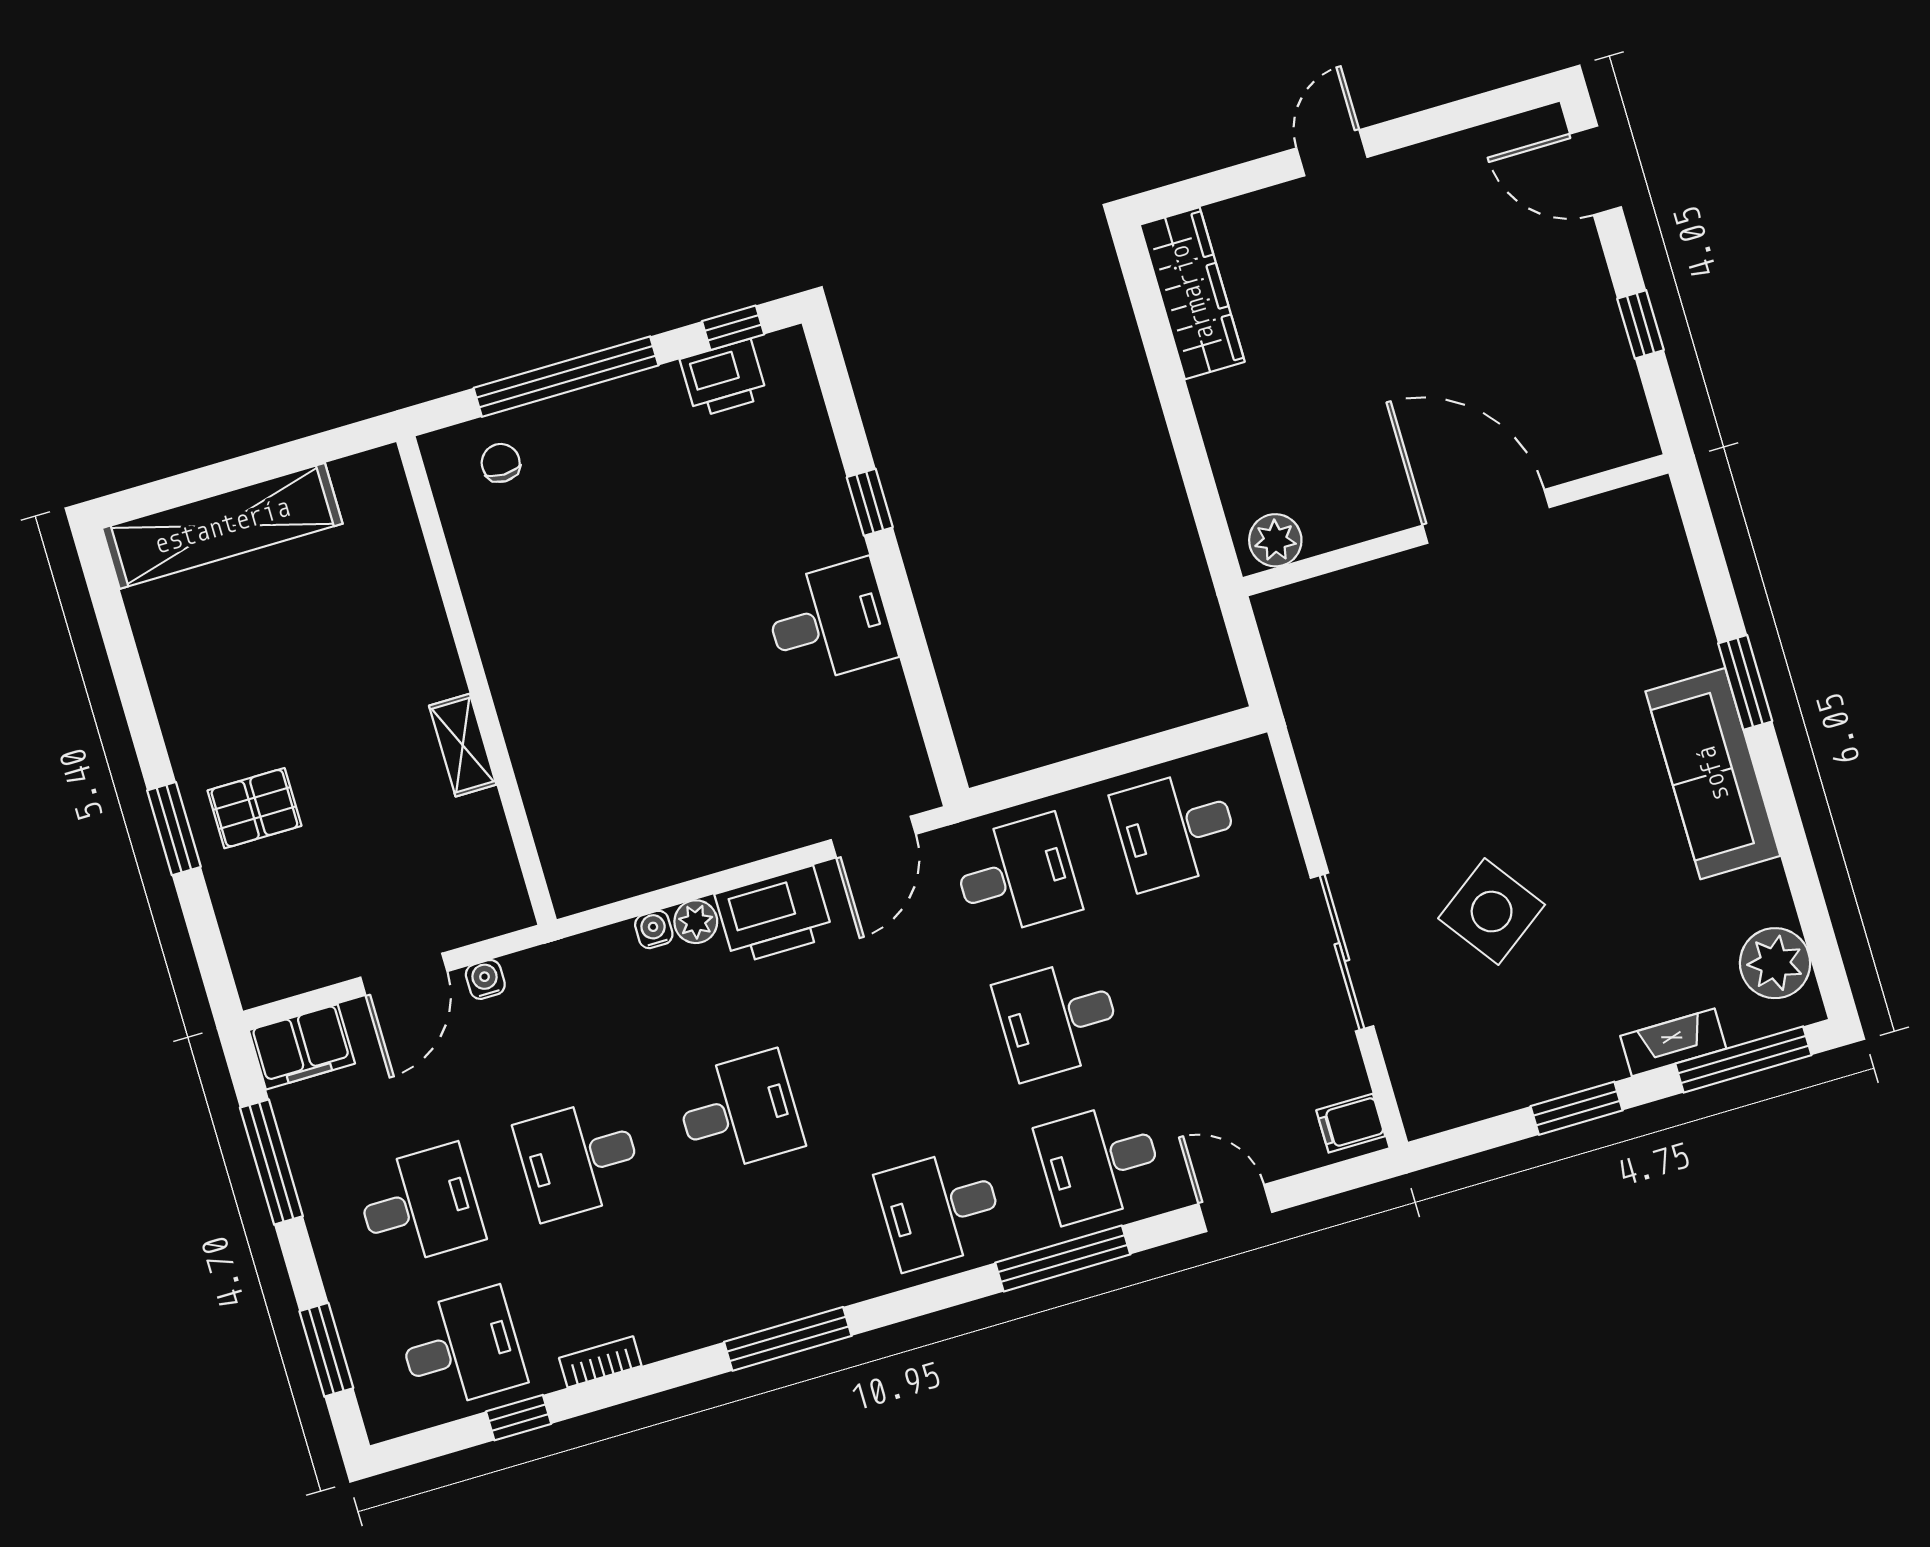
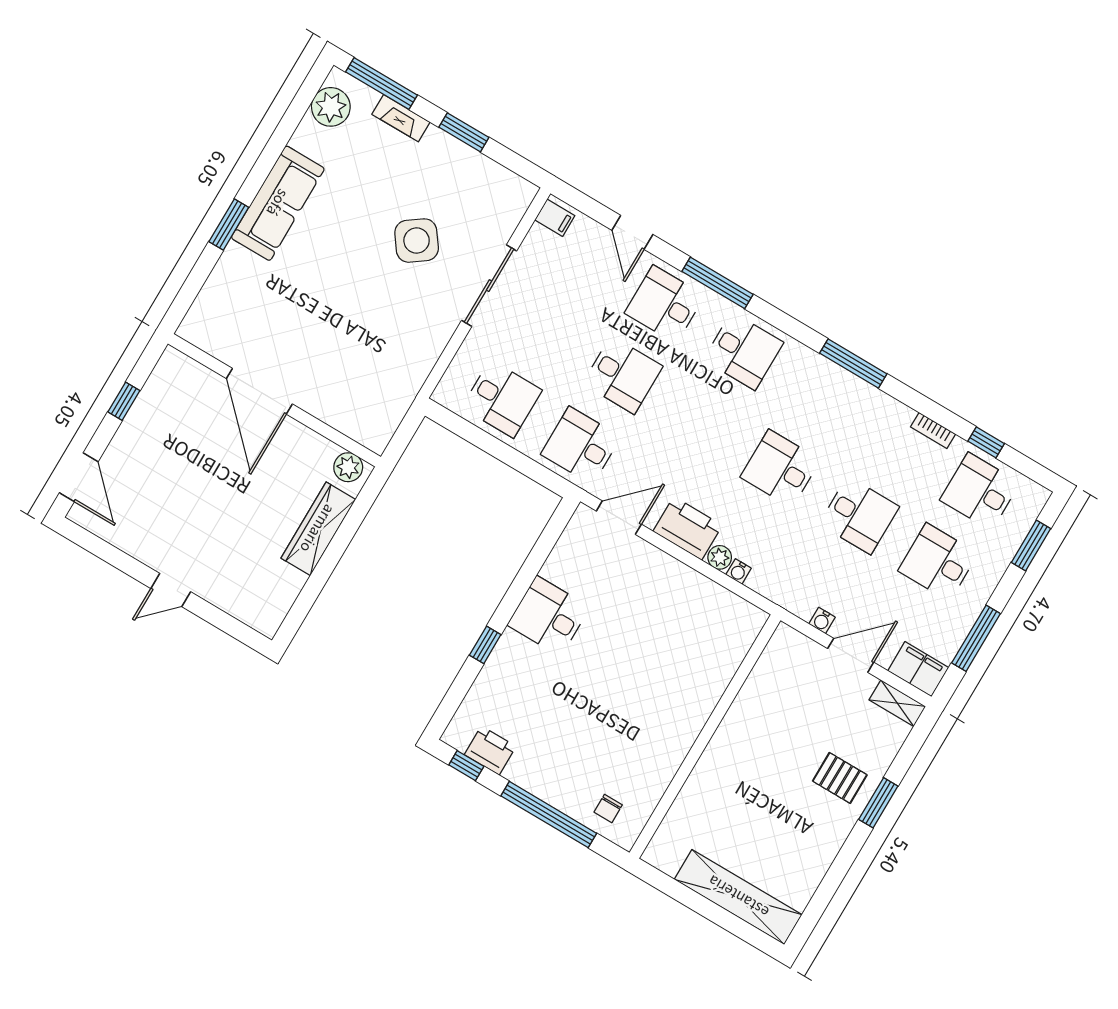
wardrobe: (1192, 293) -> (318, 529), moved
shelving: (463, 745) -> (897, 703), moved, turned 90
desk: (1100, 1162) -> (665, 304), turned 180

